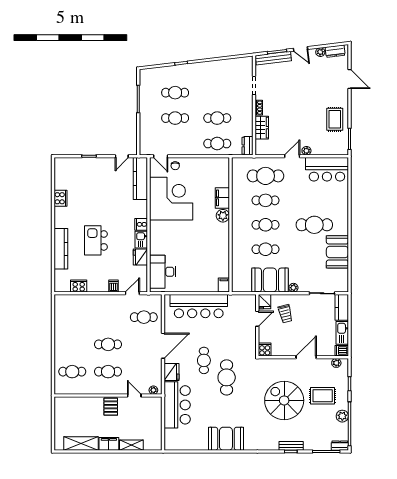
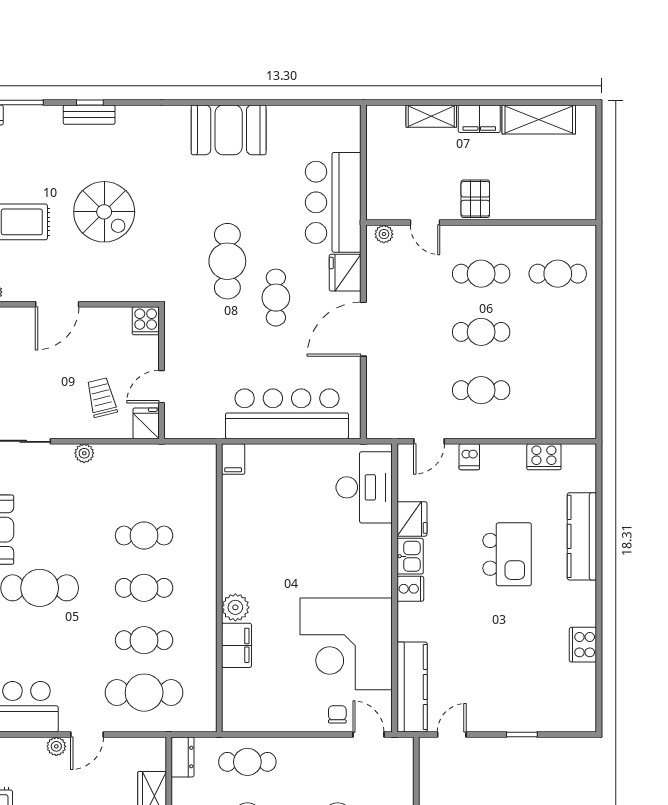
booth: (270, 280) -> (134, 470), removed
cafe table: (144, 317) -> (481, 390), moved
spiral stairs: (284, 400) -> (104, 212), width x0.73, depth x0.73

